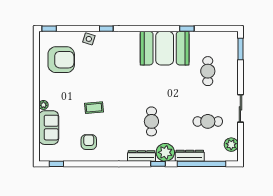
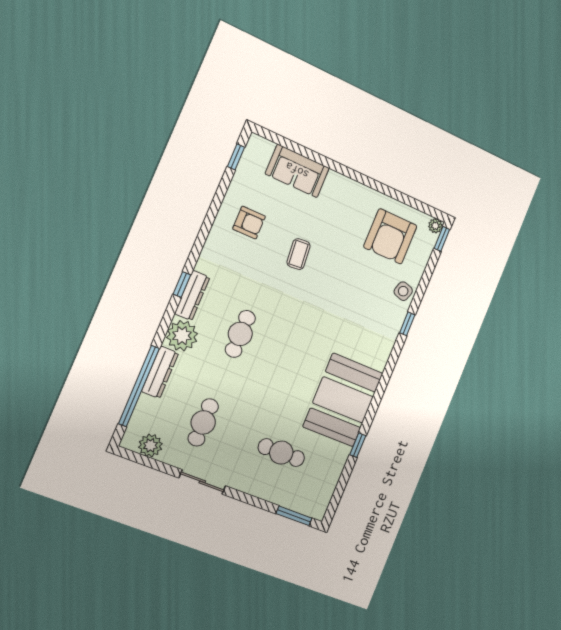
plant: (43, 105) -> (435, 226), moved
cafe table: (151, 121) -> (240, 334), turned 90
window: (158, 164) -> (182, 284), moved

